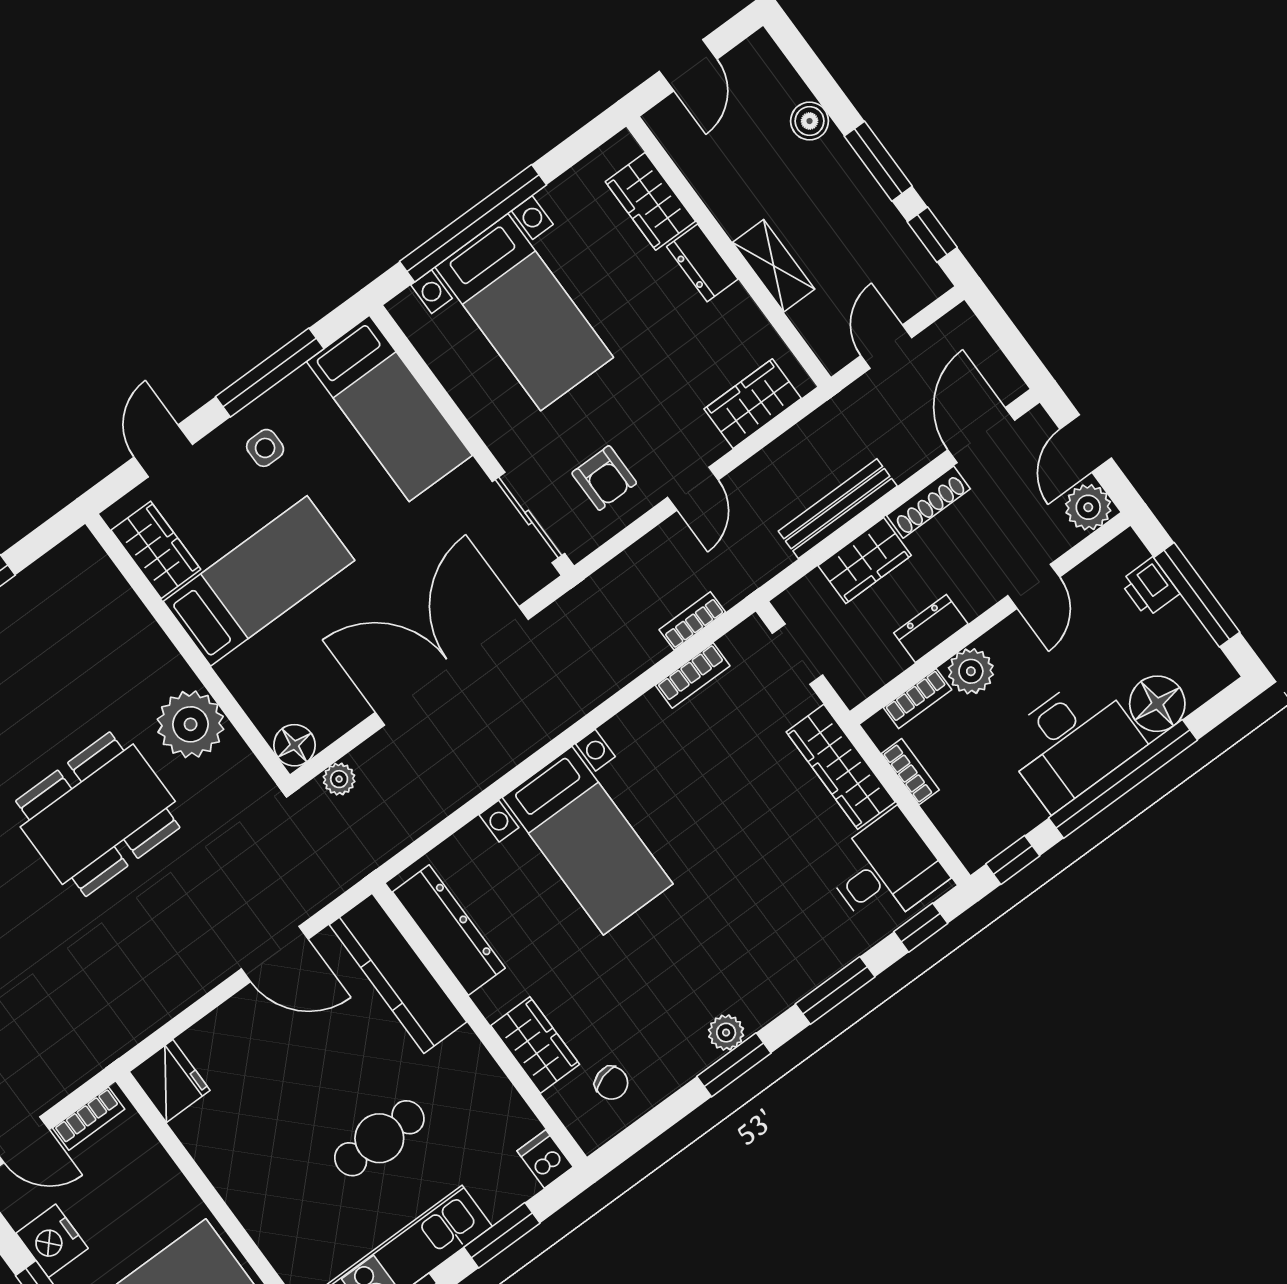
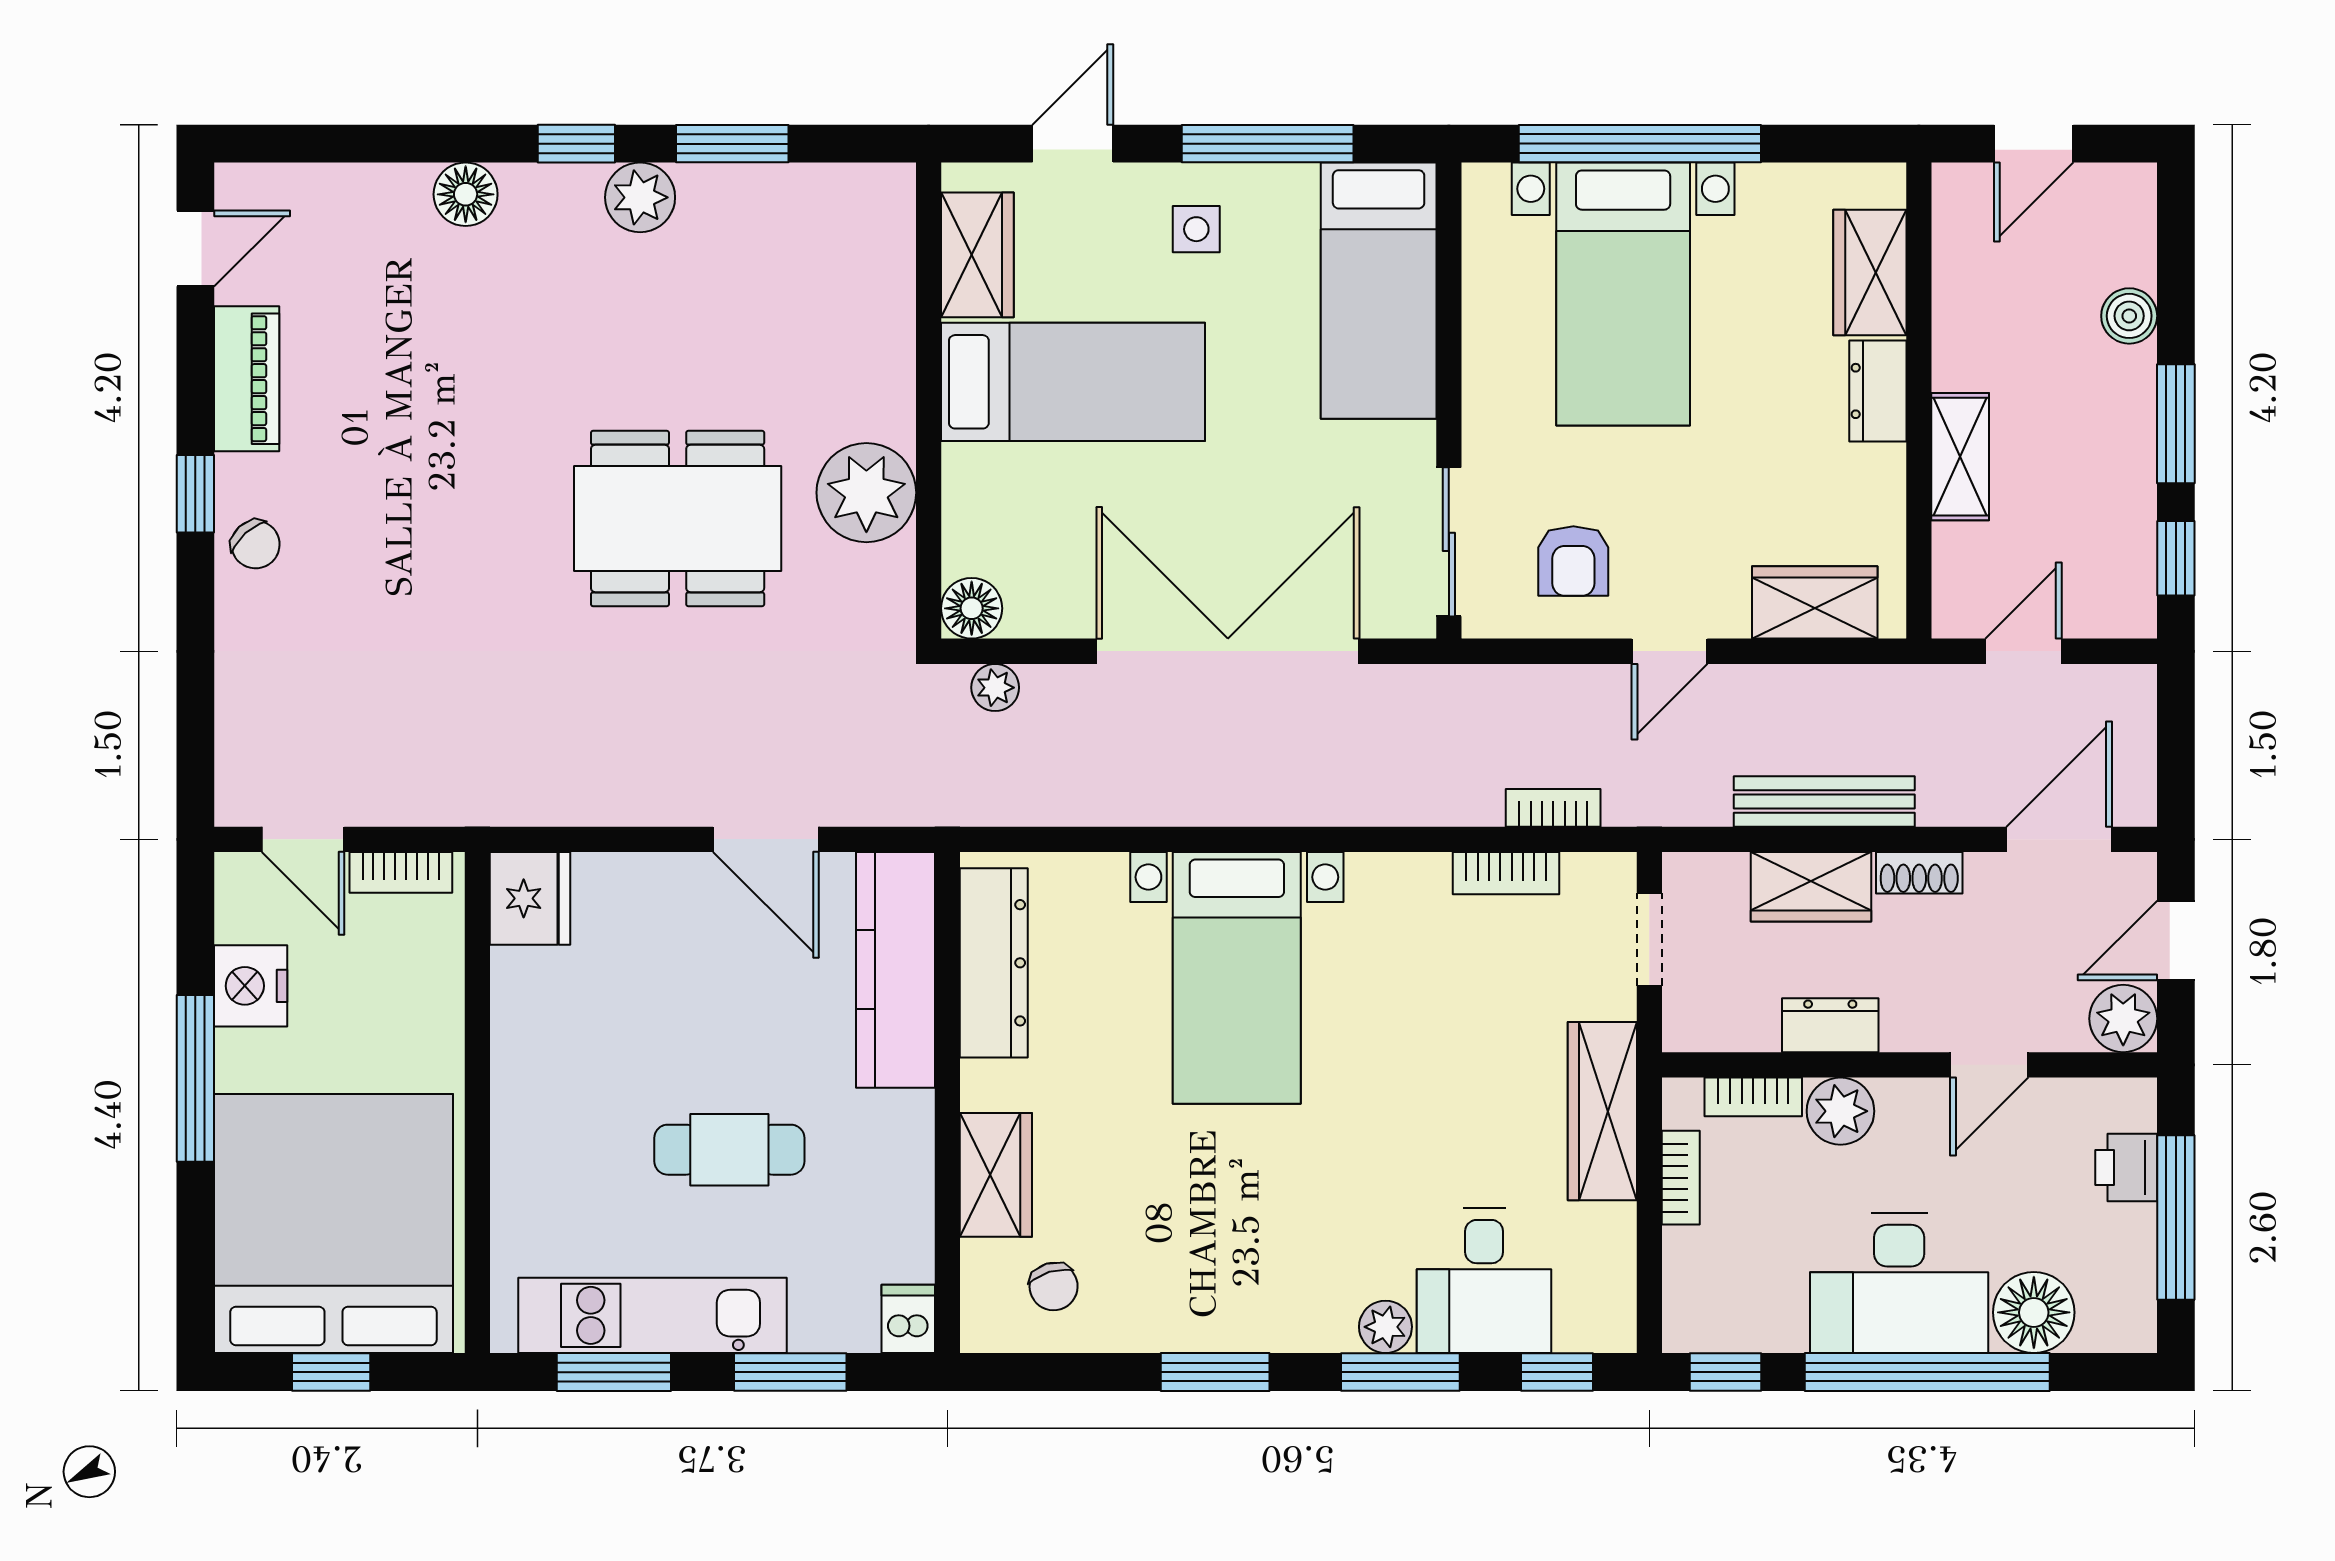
shoe rack: (928, 502) -> (1919, 873), width x0.70
desk: (885, 870) -> (1484, 1281), moved, turned 90
plant: (726, 1033) -> (1385, 1327), moved

